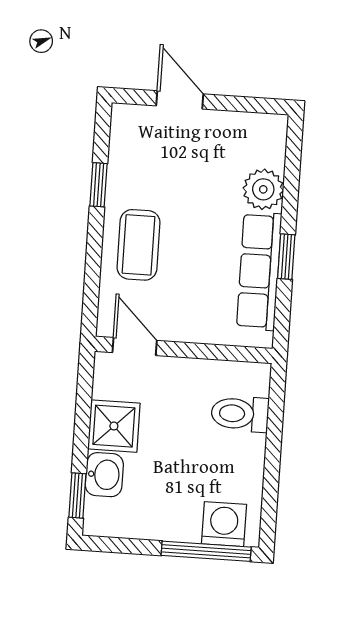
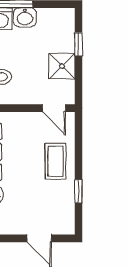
washbasin: (104, 475) -> (25, 17), moved, turned -90
window: (77, 495) -> (78, 44), moved

